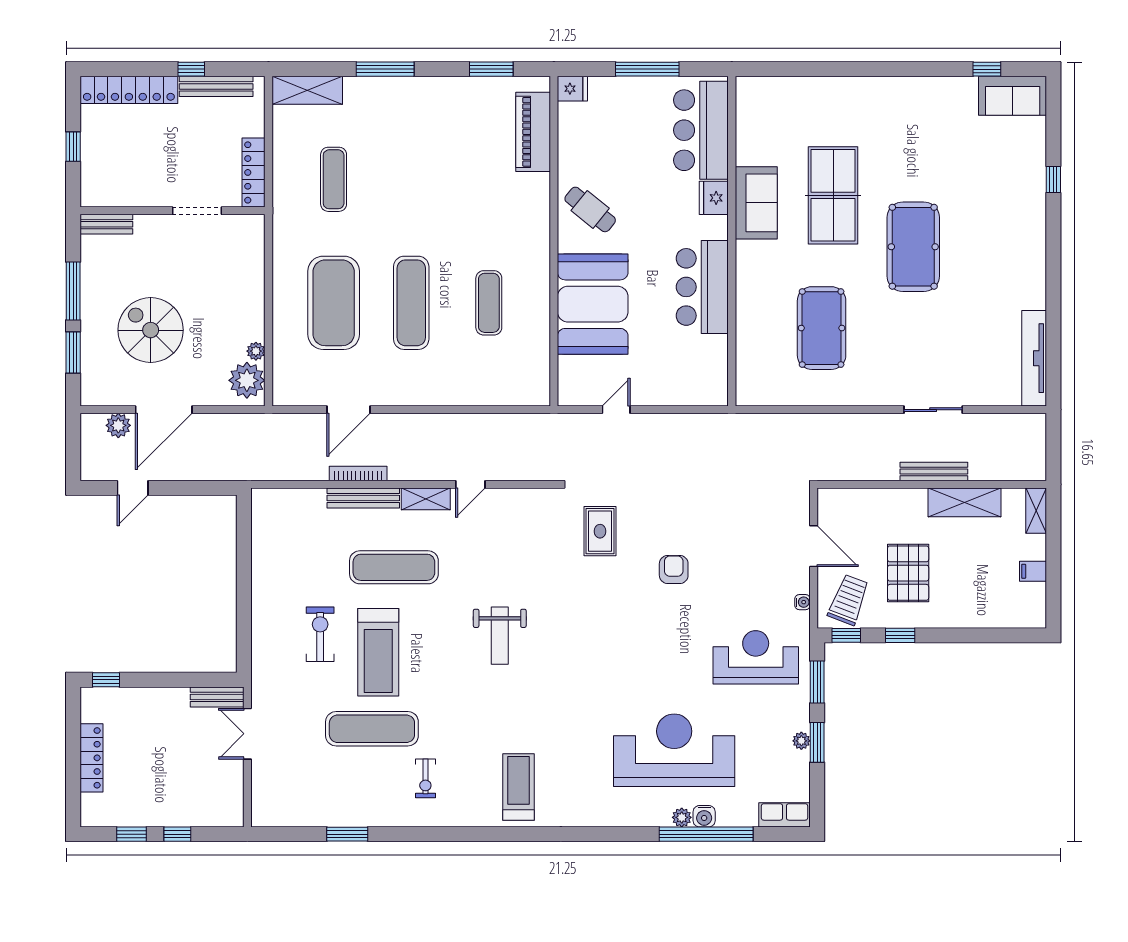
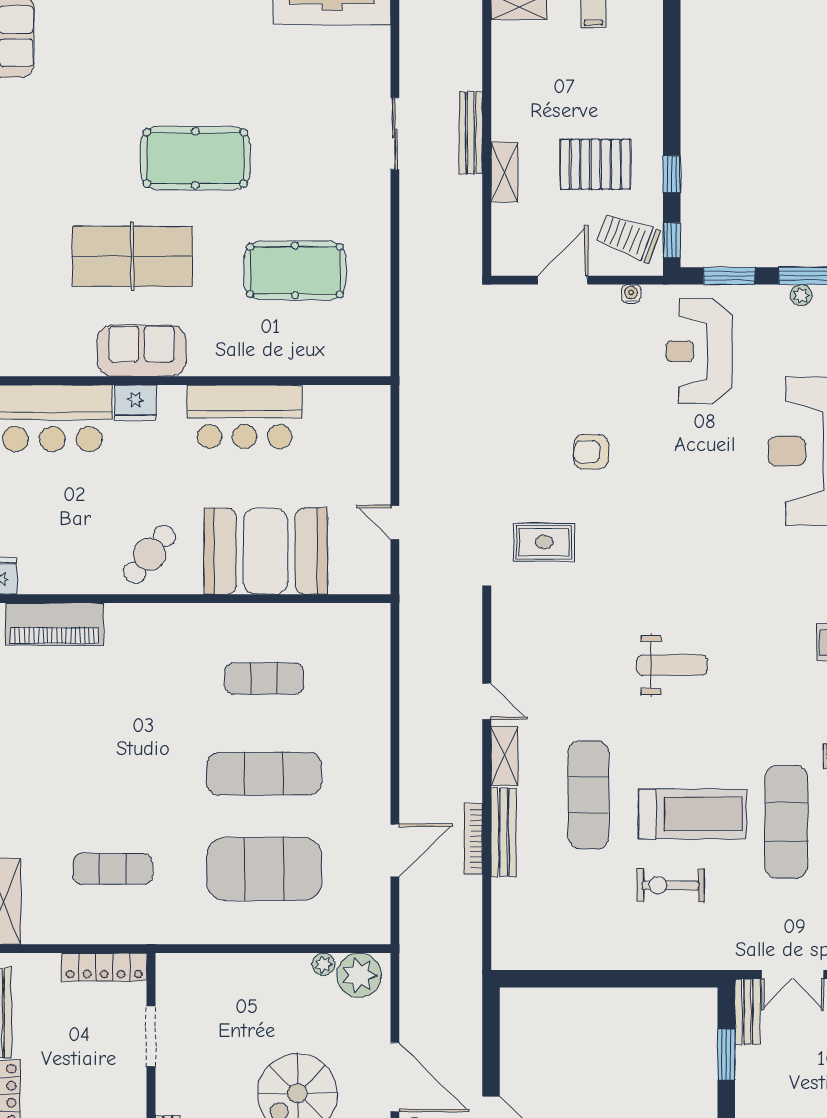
door: (348, 410) -> (395, 851), hinge flipped
shelving: (964, 502) -> (504, 172), moved, width x0.67, depth x0.75
window: (182, 680) -> (726, 1054), added

